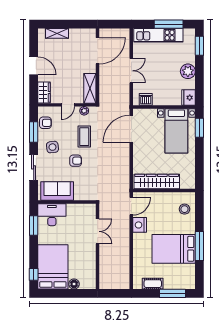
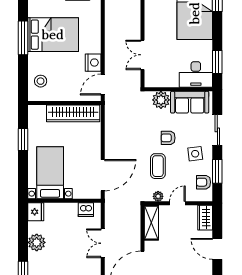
window: (199, 128) -> (23, 140), moved
plant: (82, 193) -> (161, 100), added

